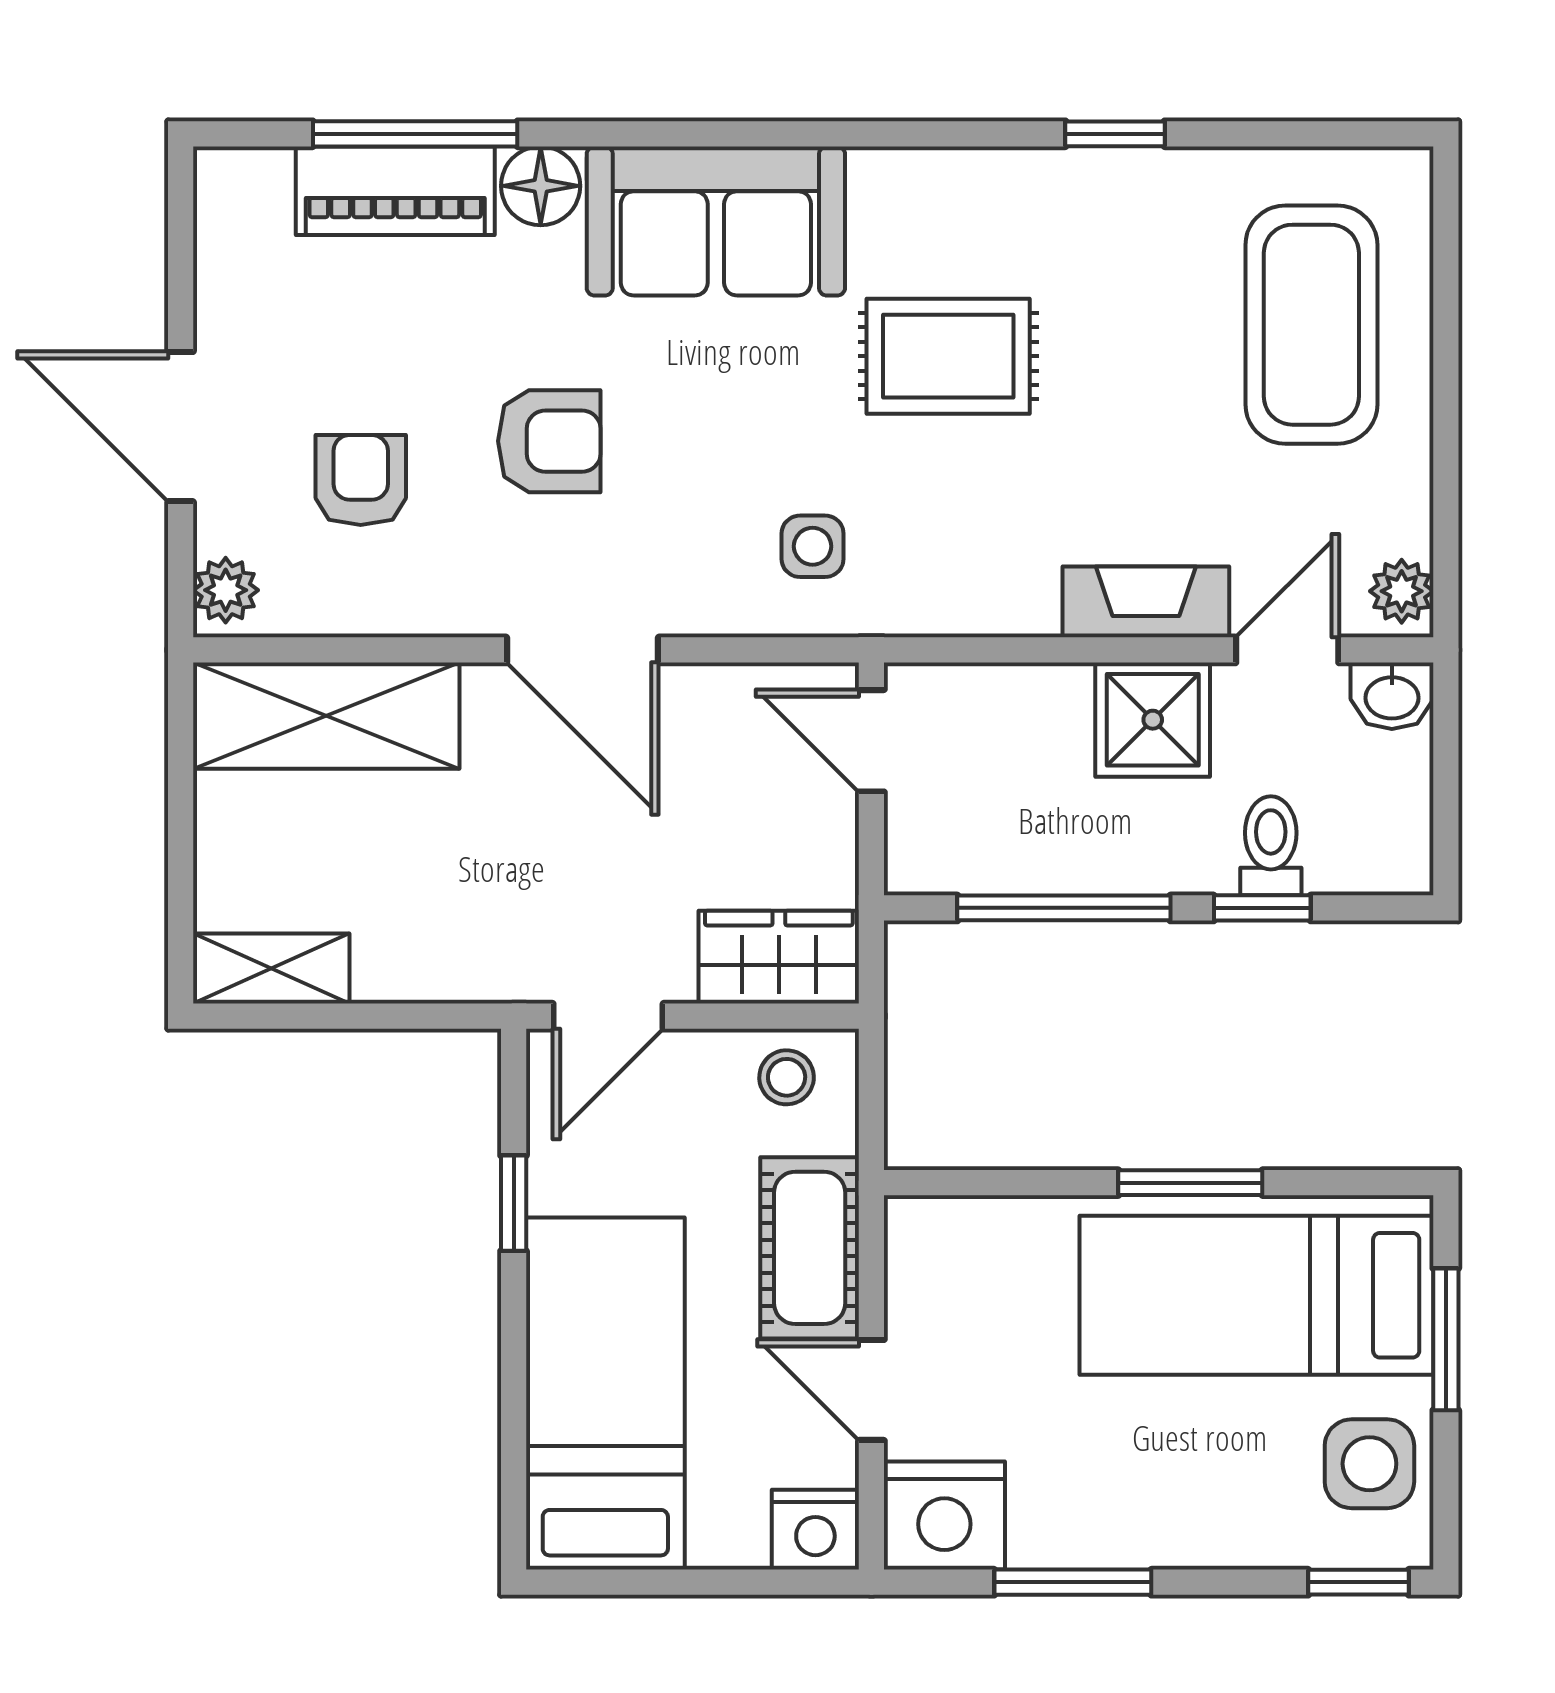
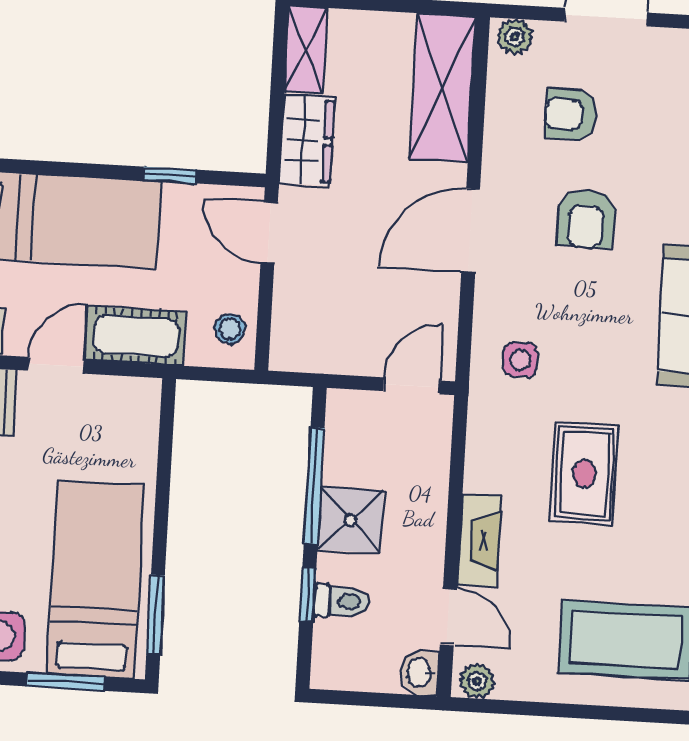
rug: (948, 356) -> (584, 474), moved
armchair: (361, 480) -> (571, 114), turned 180
shower: (1153, 720) -> (350, 520), moved
wardrobe: (779, 957) -> (307, 140), moved
window: (1190, 1183) -> (156, 614), moved

